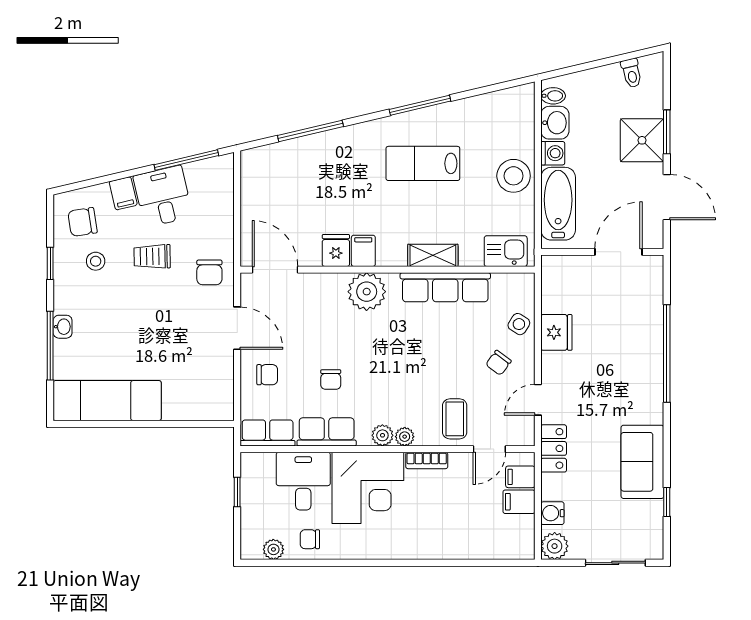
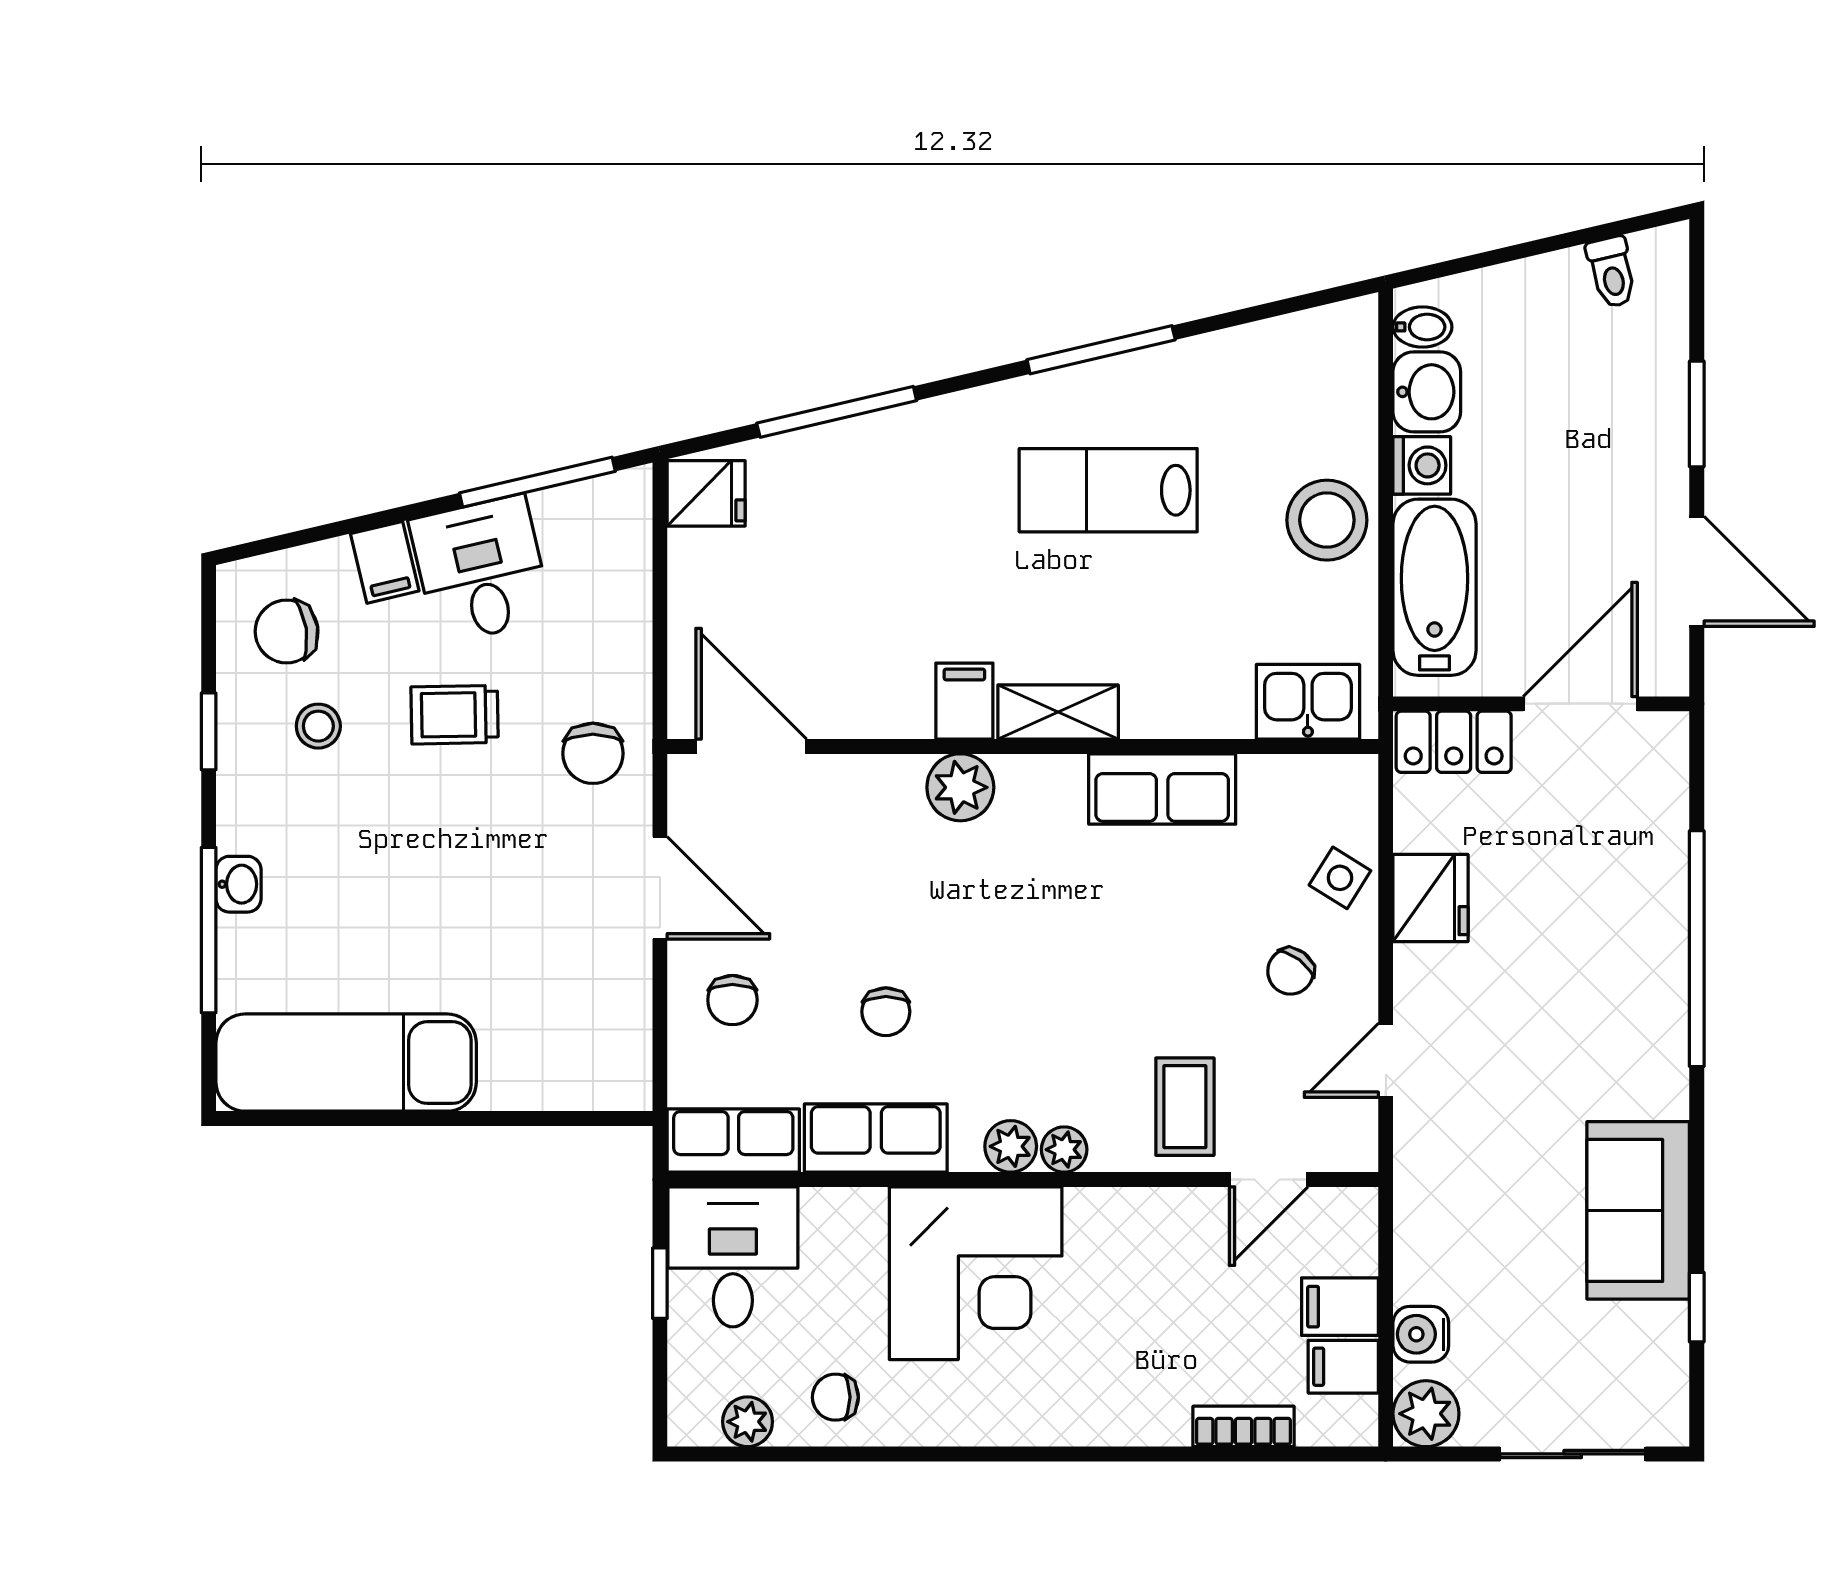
shower: (642, 140) -> (1637, 434), removed
fridge: (336, 250) -> (706, 493), moved, turned 90
shelving: (433, 255) -> (1058, 712), moved
row of seats: (445, 287) -> (1162, 789), width x0.68
plant: (367, 292) -> (960, 787), width x0.73, depth x0.73
chair: (267, 375) -> (732, 1000), turned 90
locker: (554, 448) -> (1454, 742), moved, turned 90
bookcase: (427, 460) -> (1244, 1426), moved, turned 180
filing cabinet: (520, 477) -> (1343, 1367), moved
desk: (303, 481) -> (733, 1257), moved

